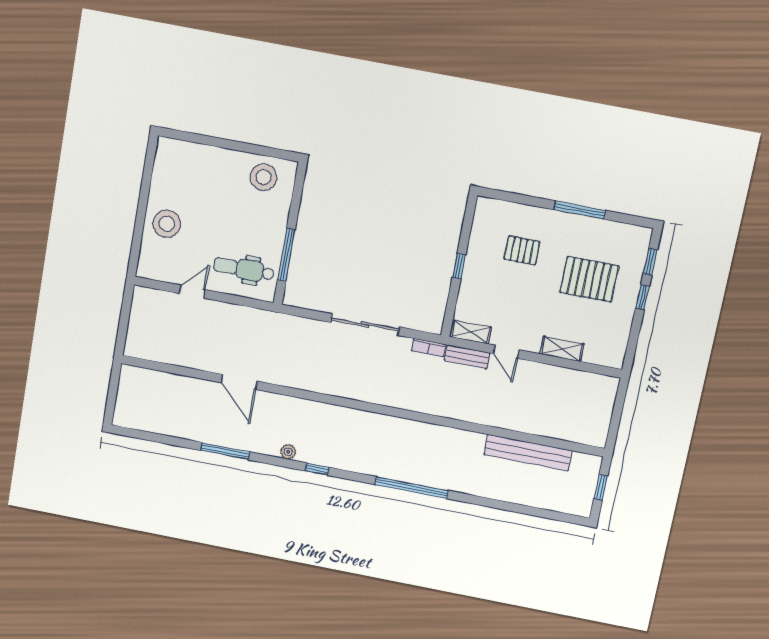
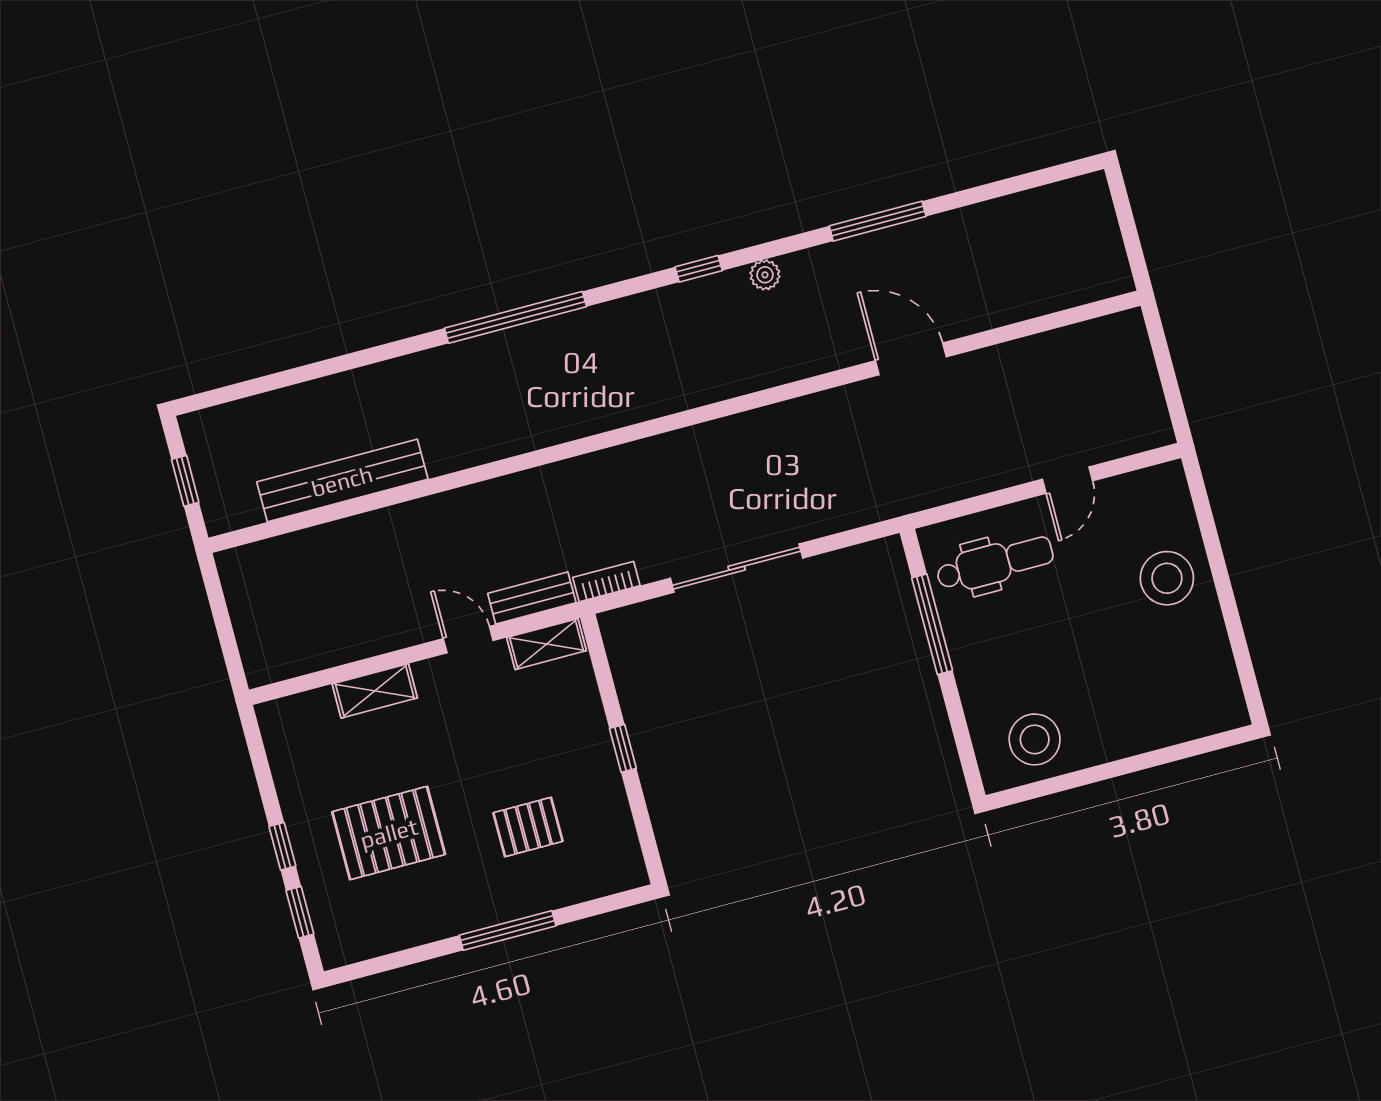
window: (580, 210) -> (508, 931), moved

